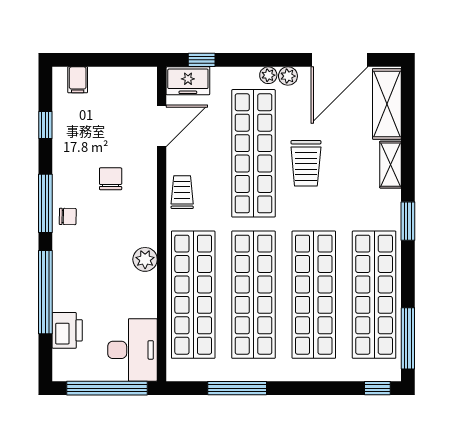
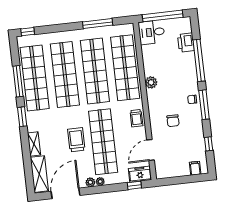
window: (408, 338) -> (18, 81), moved
desk: (132, 350) -> (152, 32), width x0.73

